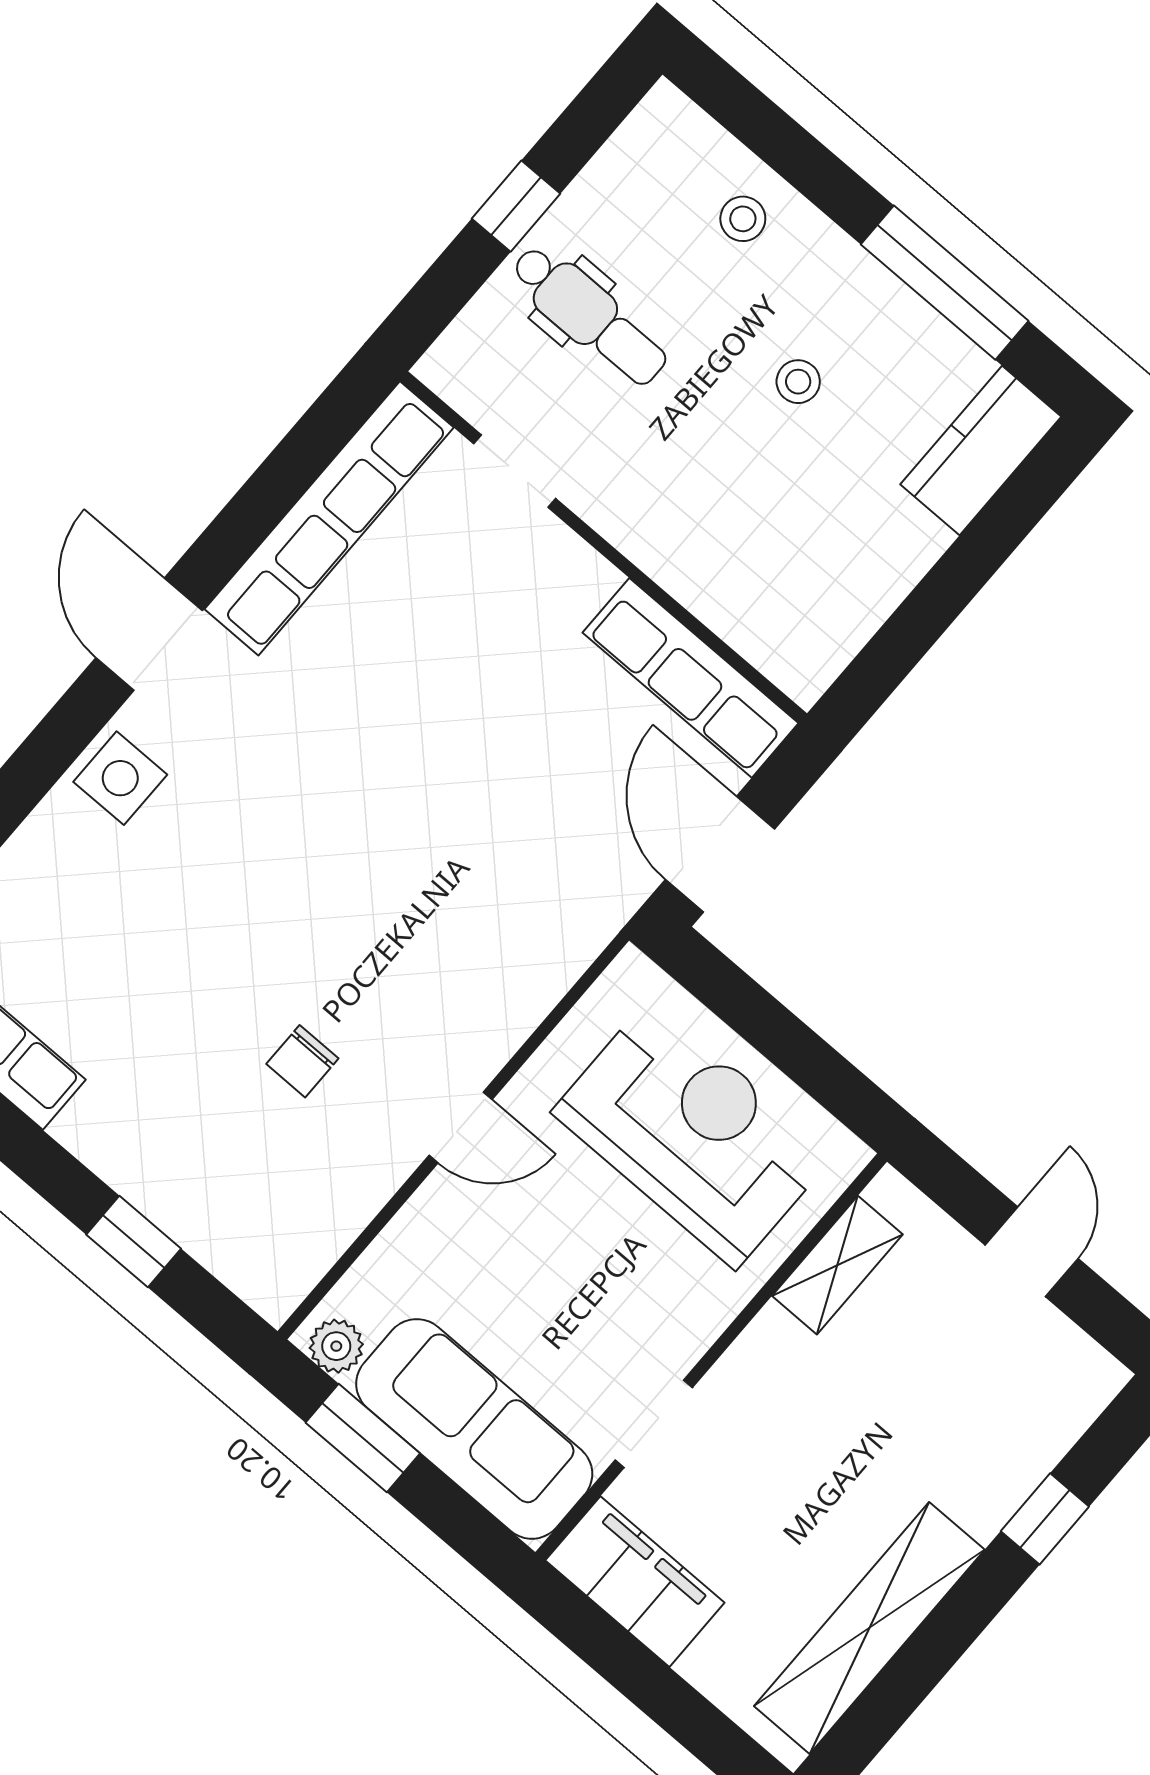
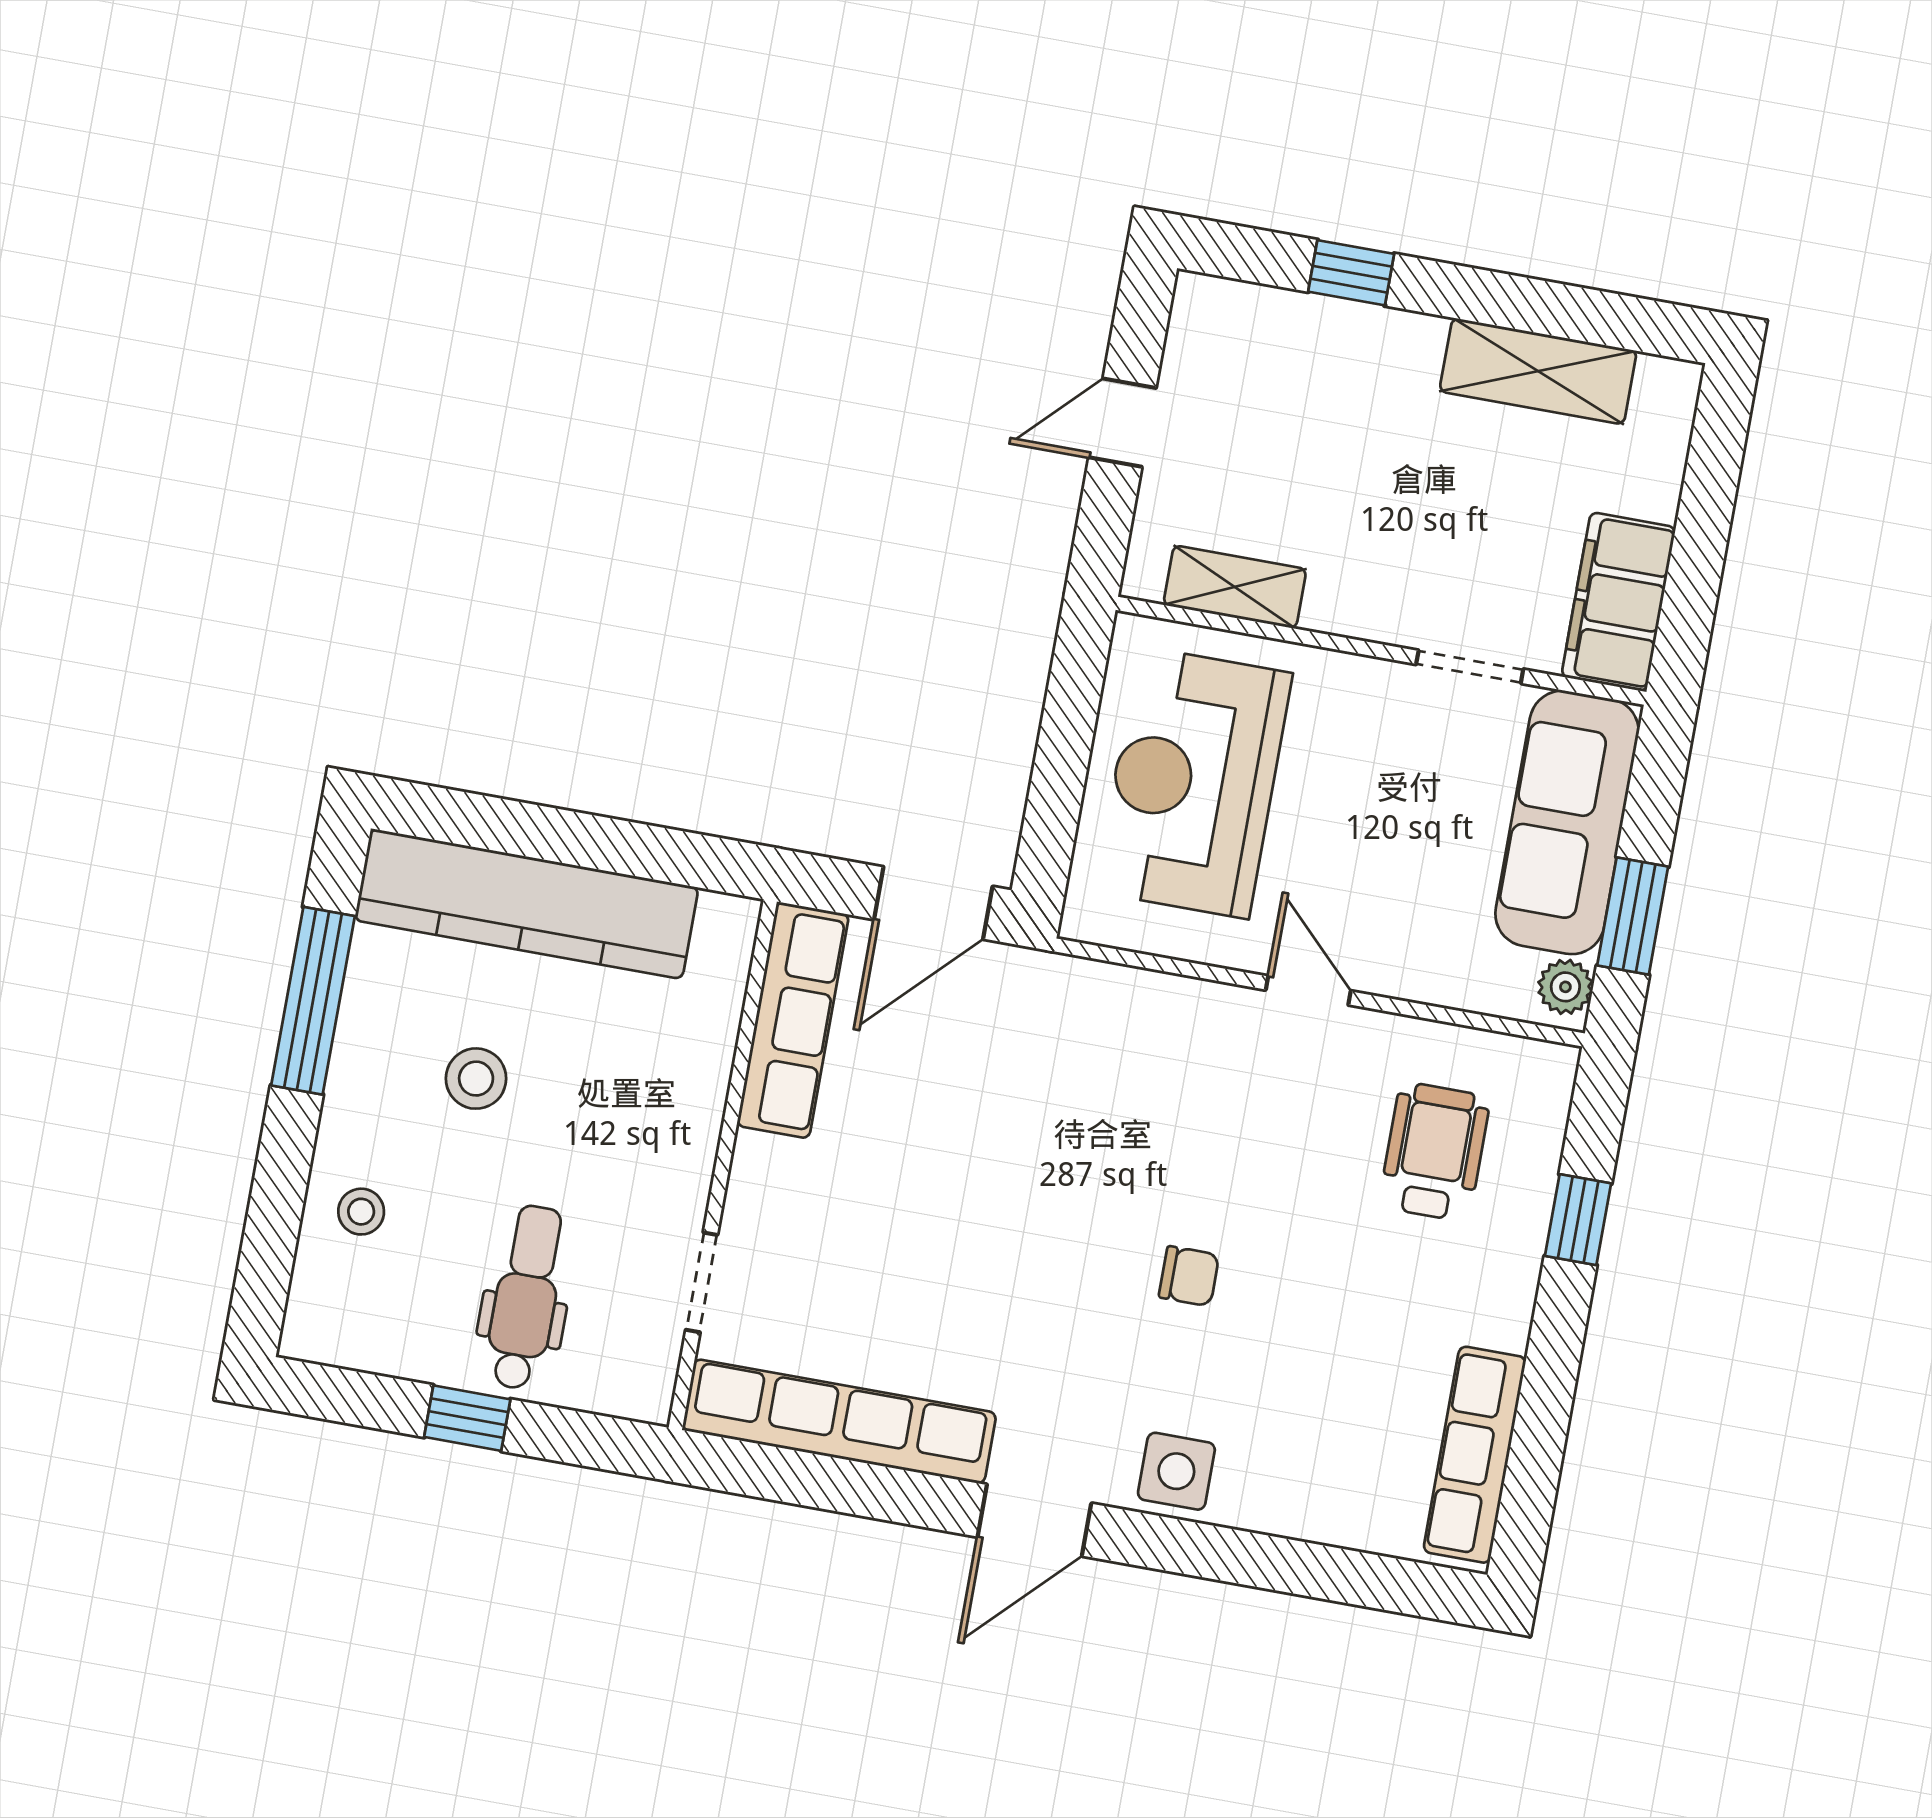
stool: (798, 382) -> (476, 1079), width x1.37, depth x1.37
kitchen counter: (981, 450) -> (526, 904), width x2.08, depth x1.17
chair: (302, 1061) -> (1189, 1276), moved
wheelchair: (262, 1154) -> (1434, 1152), added
shelving: (869, 1628) -> (1538, 371), width x0.68

